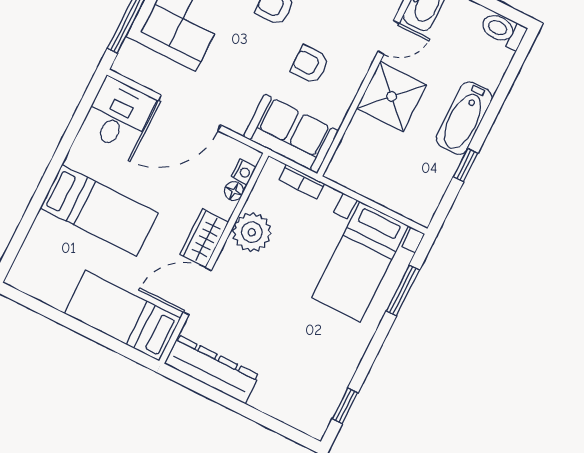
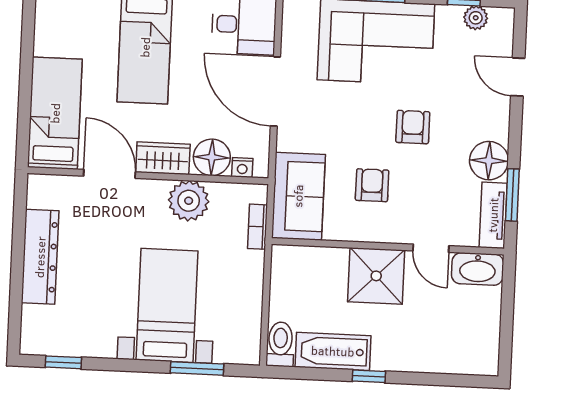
toilet: (503, 30) -> (280, 344), moved
bathtub: (464, 118) -> (333, 351), moved
window: (466, 165) -> (369, 376), moved
floor lamp: (234, 191) -> (212, 157), width x1.89, depth x1.89
bed with nightstands: (360, 262) -> (167, 305), moved, turned 90
dresser: (212, 369) -> (40, 257), moved

